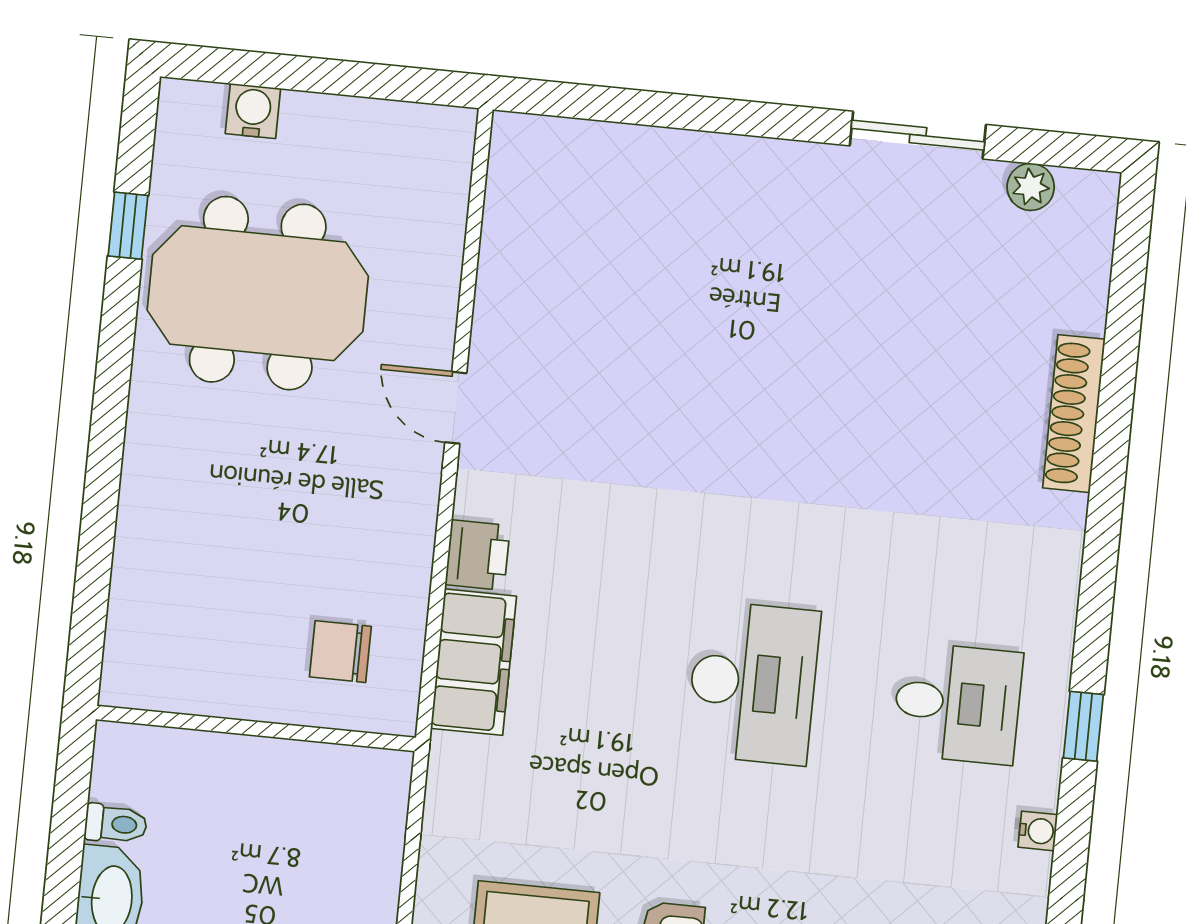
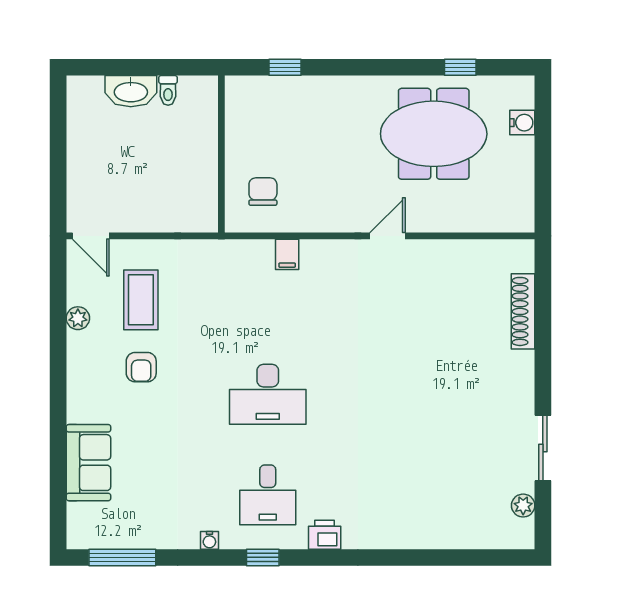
meeting table: (258, 293) -> (434, 134), turned 90
shoe rack: (1074, 414) -> (523, 311), moved, turned -90
printer: (478, 555) -> (325, 535), moved, turned 180
window: (93, 582) -> (285, 67), added
filing cabinet: (474, 662) -> (287, 254), width x0.33, depth x0.86

